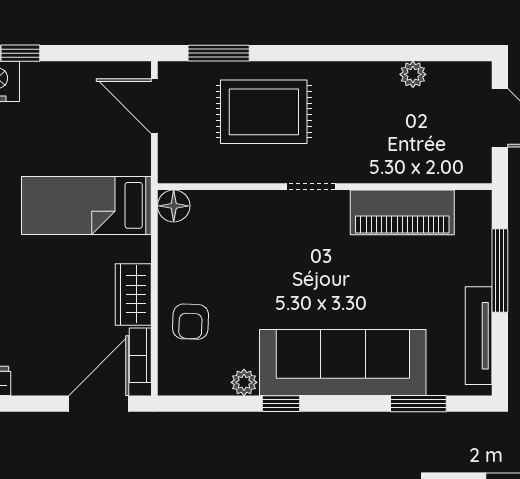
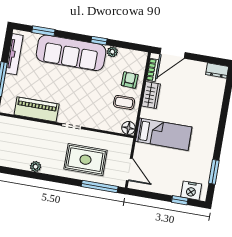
window: (219, 53) -> (100, 187), width x1.44
plant: (413, 74) -> (36, 167), moved
coffee table: (195, 265) -> (124, 102), added

